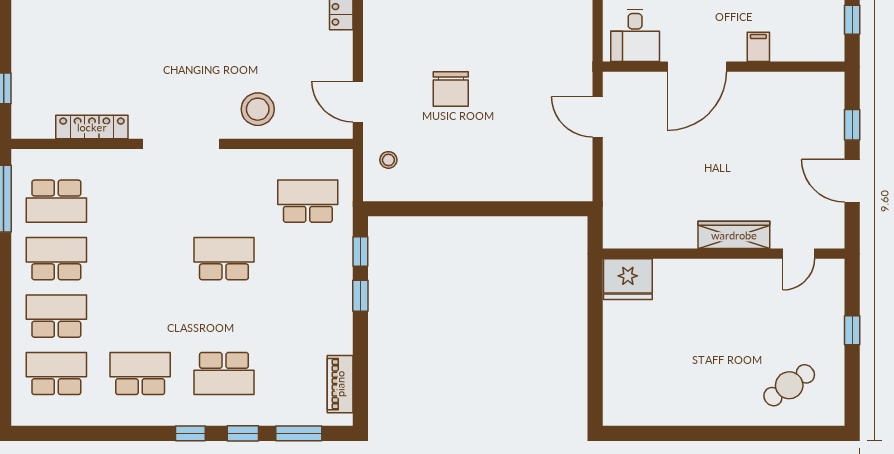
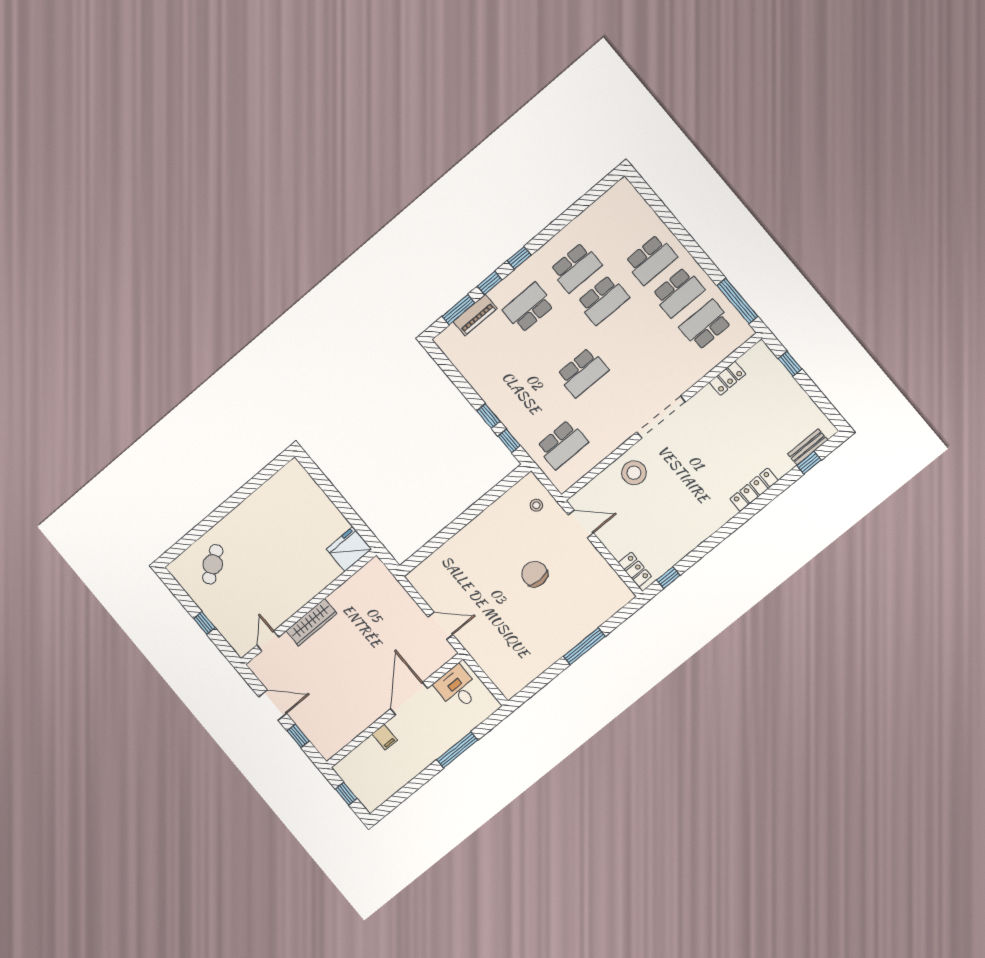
locker: (92, 127) -> (728, 378), width x0.66
school desk: (56, 374) -> (603, 300), moved
piano: (340, 384) -> (475, 315), moved, turned 90

